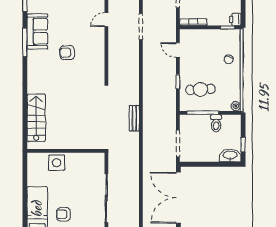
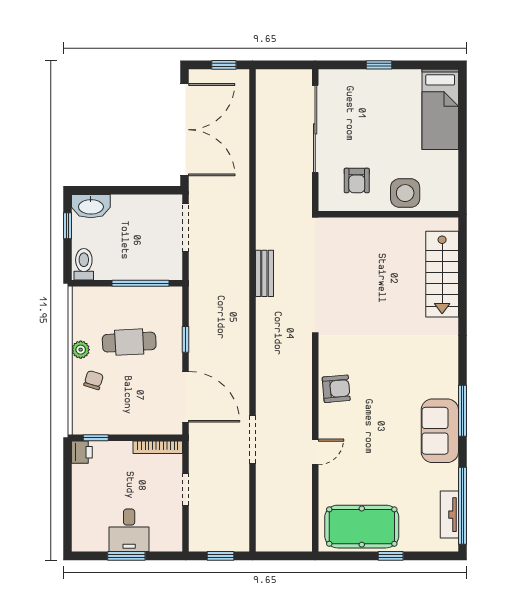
door: (178, 50) -> (186, 397), width x1.88
armchair: (67, 53) -> (336, 389), moved
cafe table: (200, 89) -> (129, 342), moved
plant: (236, 106) -> (81, 350), moved
toilet: (216, 123) -> (84, 264), moved
armchair: (63, 214) -> (357, 180), moved, turned 90

